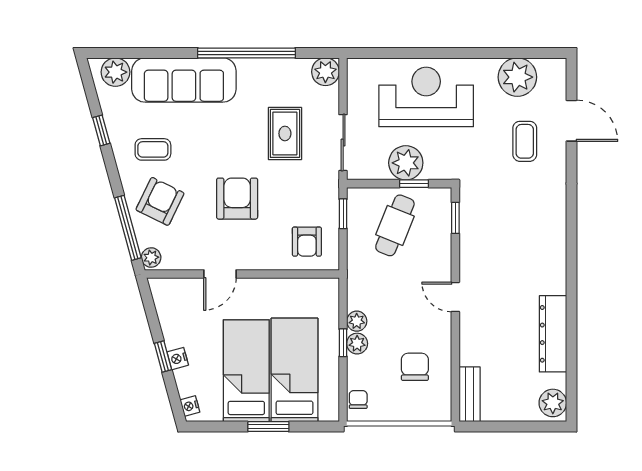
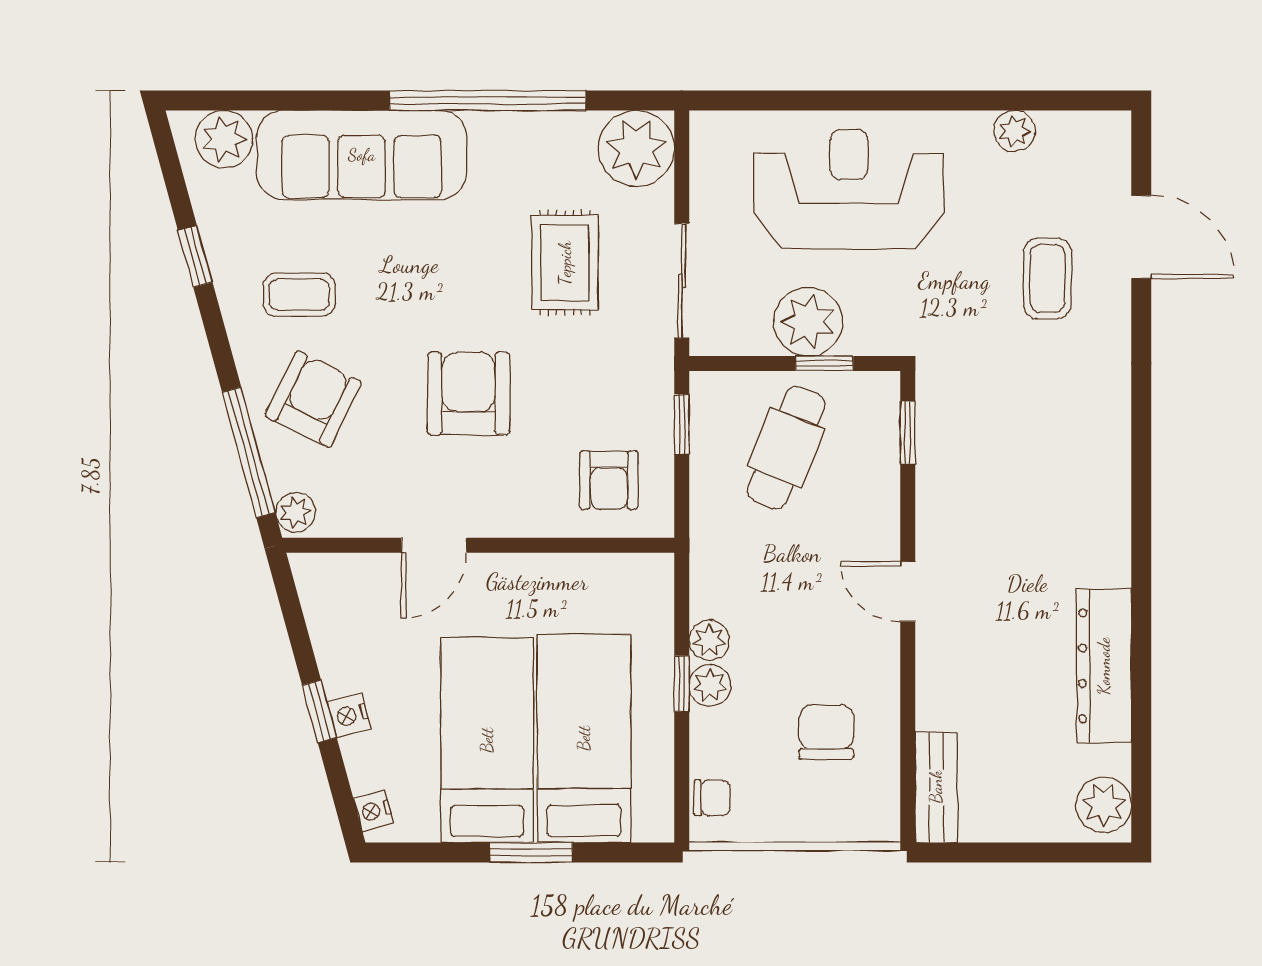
plant: (325, 72) -> (636, 148), width x1.36, depth x1.36
plant: (517, 77) -> (1015, 131), width x0.53, depth x0.53
chair: (358, 400) -> (712, 798), turned 90

